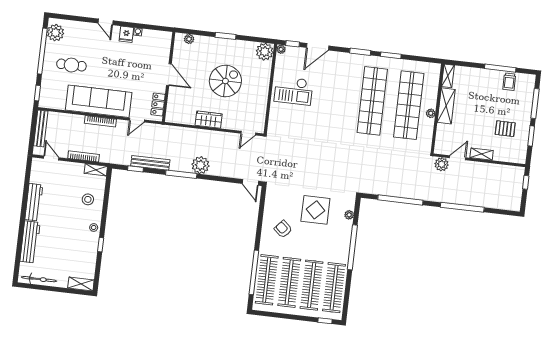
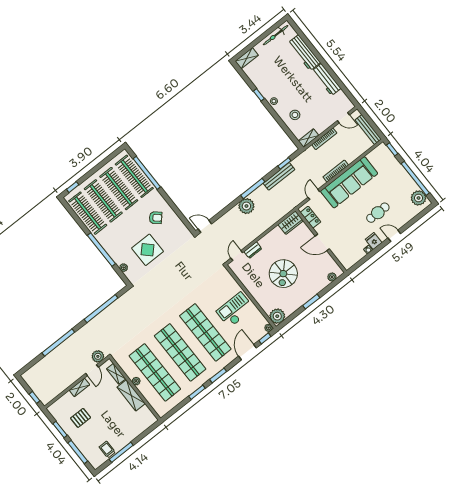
cafe table: (71, 65) -> (378, 213), moved
shelving: (448, 76) -> (116, 374), moved
shop shelf: (336, 97) -> (205, 332), added
wardrobe: (209, 120) -> (291, 223), moved
dresser: (231, 124) -> (253, 250), added

